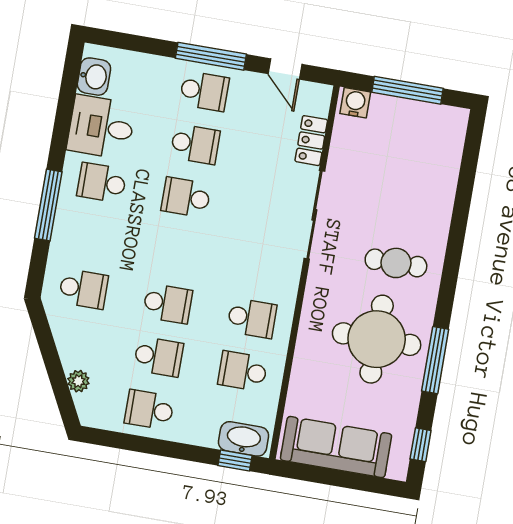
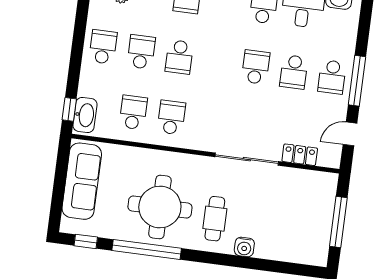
water cooler: (355, 103) -> (244, 247), moved, turned 90
school desk: (252, 318) -> (171, 117), turned 180
school desk: (158, 357) -> (141, 52), turned 180
window: (435, 360) -> (147, 249), width x1.46

